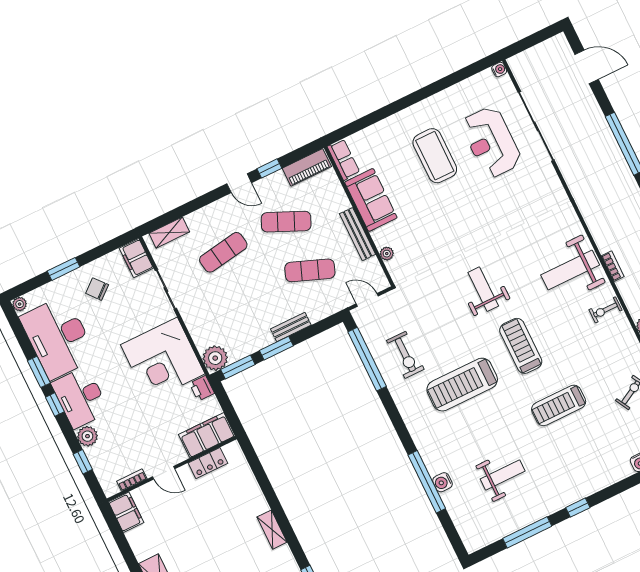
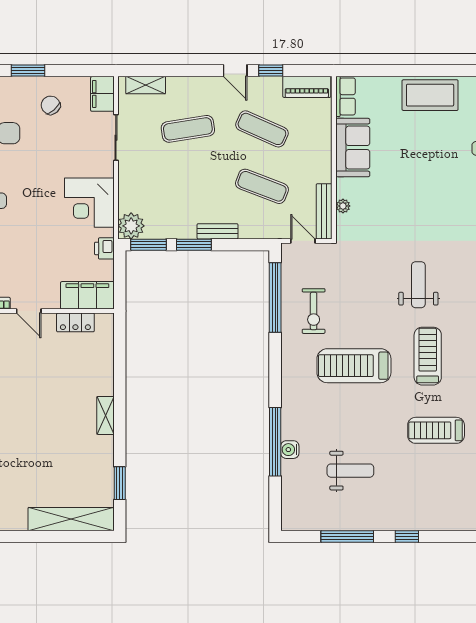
coffee table: (435, 156) -> (430, 95), moved, turned 90
bench: (358, 234) -> (324, 211), moved
corner desk: (163, 359) -> (89, 203), width x0.74, depth x0.74

